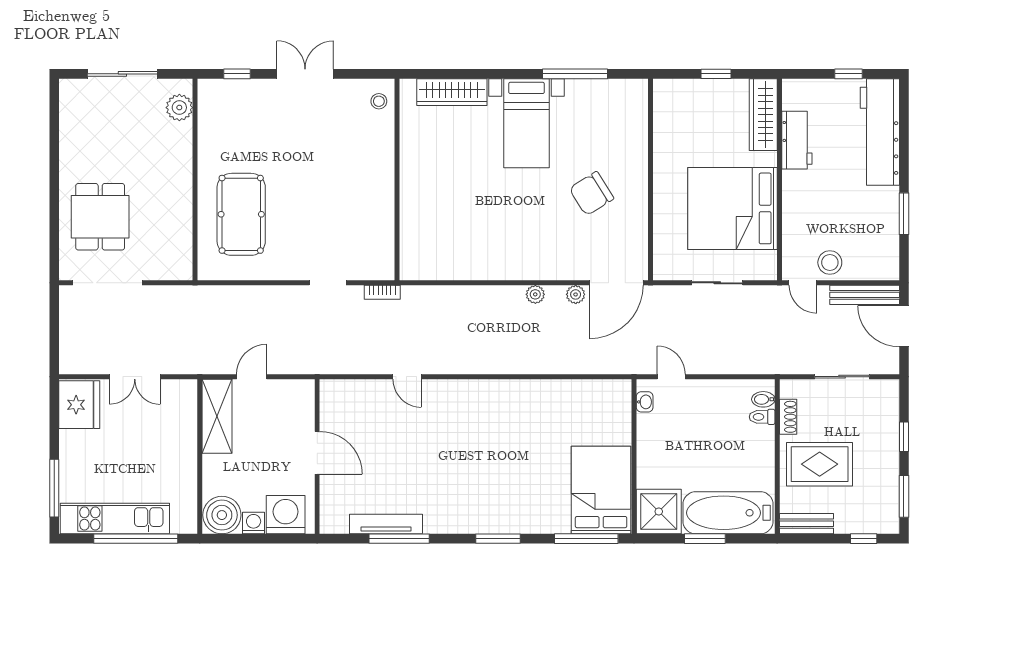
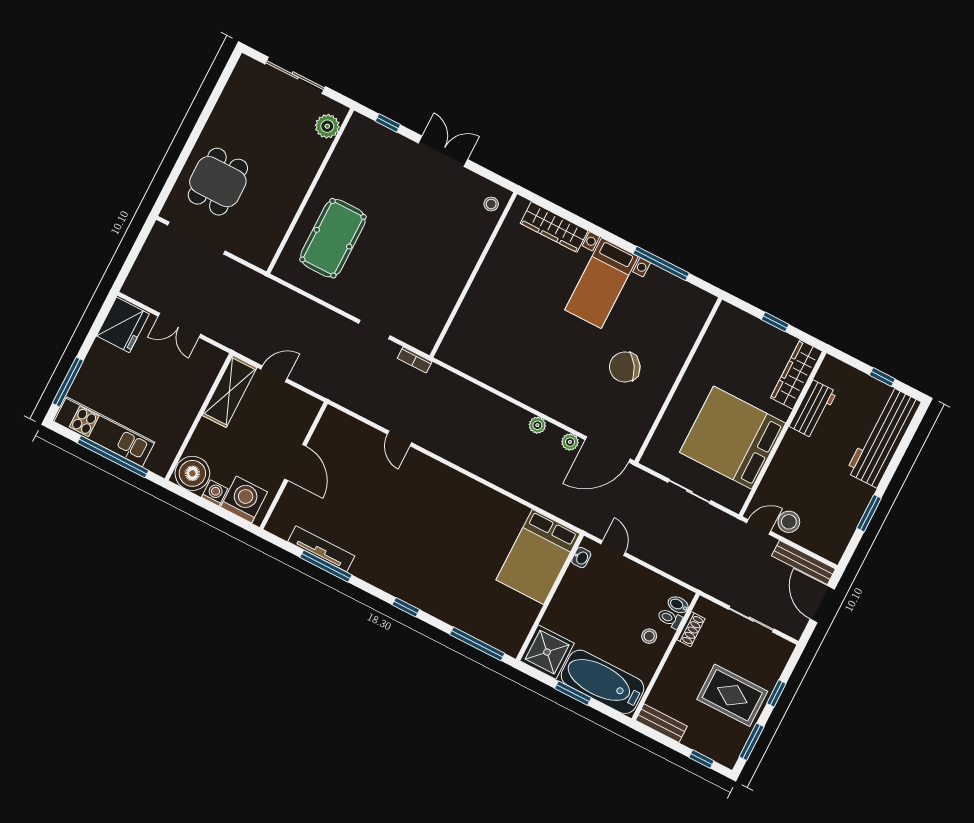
door: (803, 283) -> (759, 527), swing flipped
stool: (751, 445) -> (649, 636), added
rug: (820, 464) -> (732, 695), moved
bed: (601, 490) -> (538, 557), moved, turned 180
window: (498, 539) -> (406, 607), width x0.67

